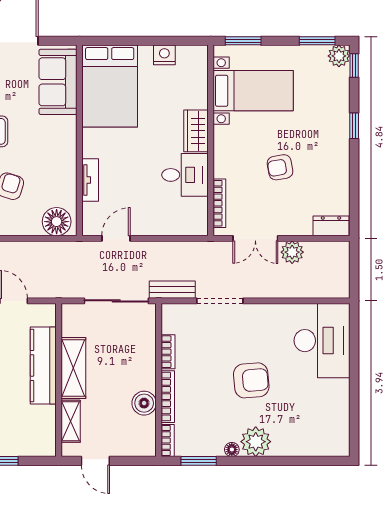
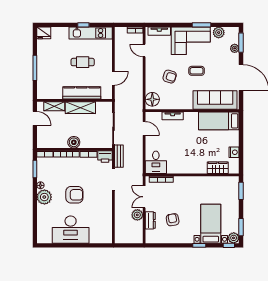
sofa: (58, 82) -> (215, 100), width x1.36
bed: (110, 86) -> (219, 121), width x0.67
bed with nightstands: (253, 91) -> (211, 224), moved, turned 180
wardrobe: (196, 131) -> (218, 168), moved
armchair: (280, 167) -> (173, 220), moved
desk: (185, 175) -> (156, 162), moved
dresser: (331, 226) -> (150, 220), moved
printer: (173, 318) -> (105, 157), added
desk: (322, 341) -> (71, 230), moved
armchair: (251, 380) -> (74, 195), turned -85
boiler: (144, 403) -> (74, 142), moved
door: (95, 461) -> (35, 118), swing flipped

